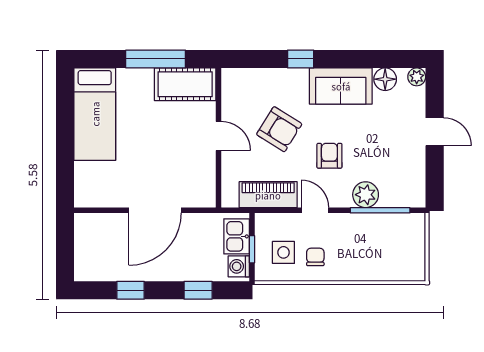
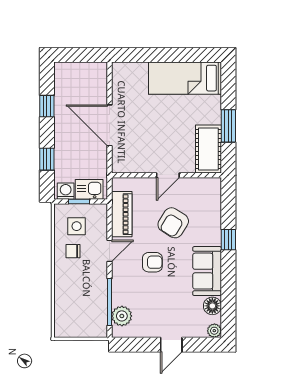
window: (156, 59) -> (228, 126), width x0.69
plant: (366, 195) -> (122, 316), moved
chair: (315, 257) -> (73, 251), turned 180

